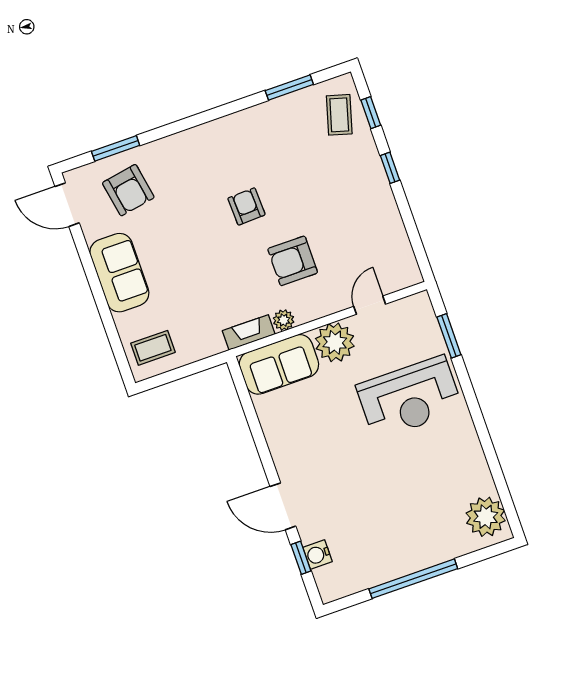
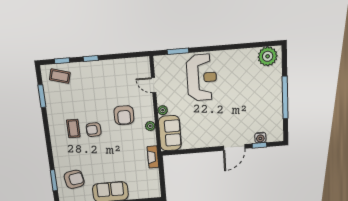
fireplace: (249, 332) -> (153, 157), moved
plant: (335, 342) -> (163, 110), width x0.53, depth x0.53
coffee table: (153, 348) -> (73, 129), moved

